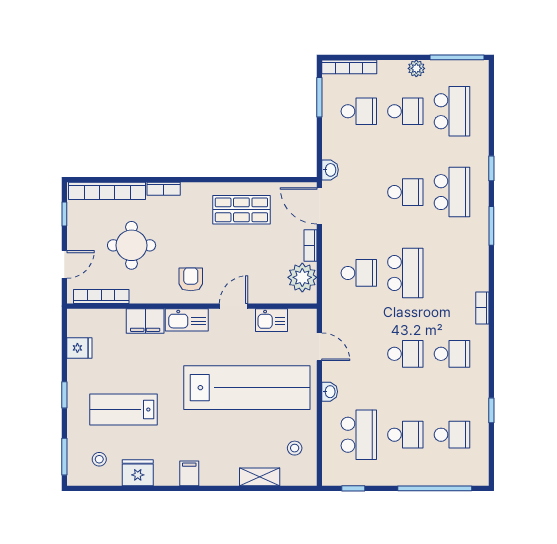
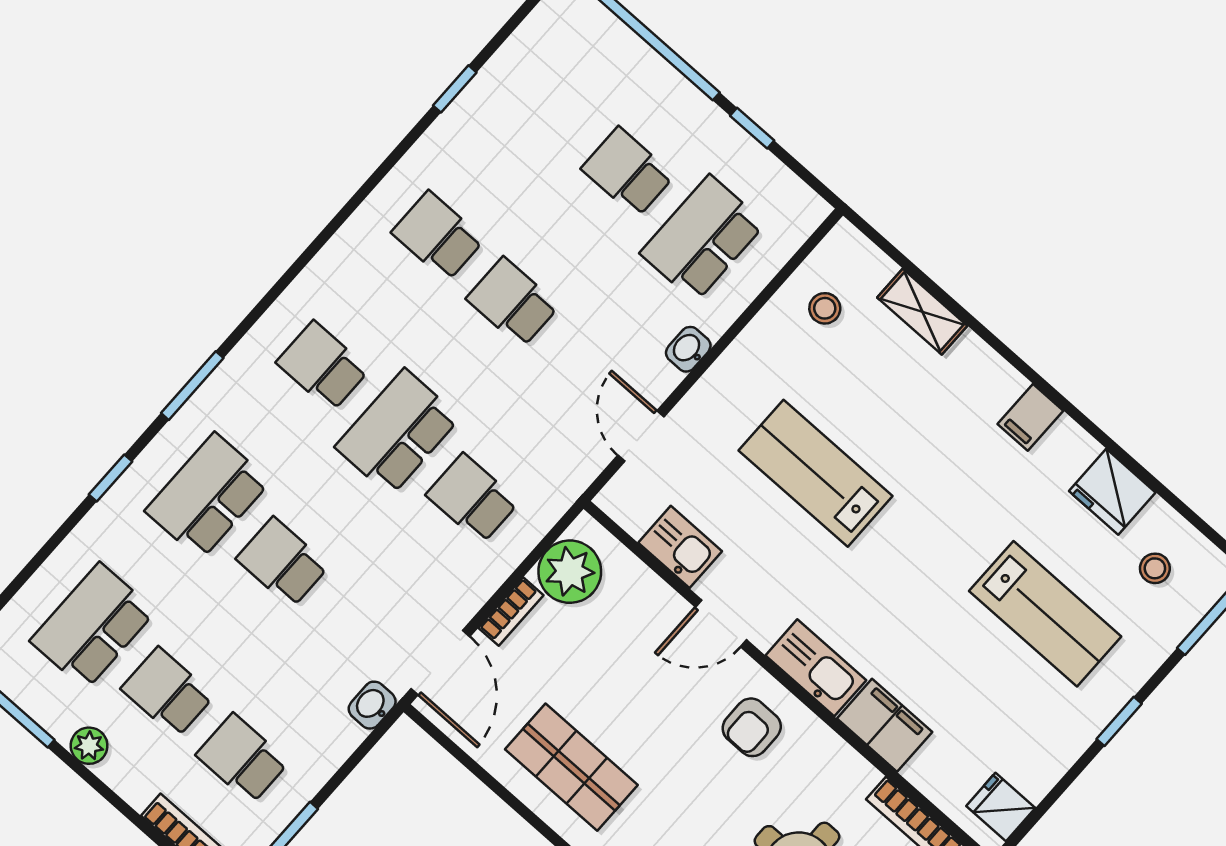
bookcase: (482, 308) -> (323, 266), removed
fridge: (79, 348) -> (1001, 807), moved
lab bench: (247, 388) -> (816, 473), width x0.54, depth x0.72
school desk: (452, 435) -> (323, 366), moved
window: (353, 488) -> (752, 128), moved

